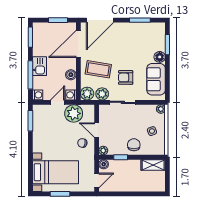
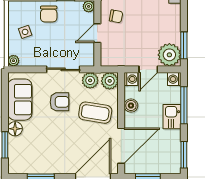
plant: (74, 113) -> (169, 55), moved
door: (97, 130) -> (97, 33), swing flipped

